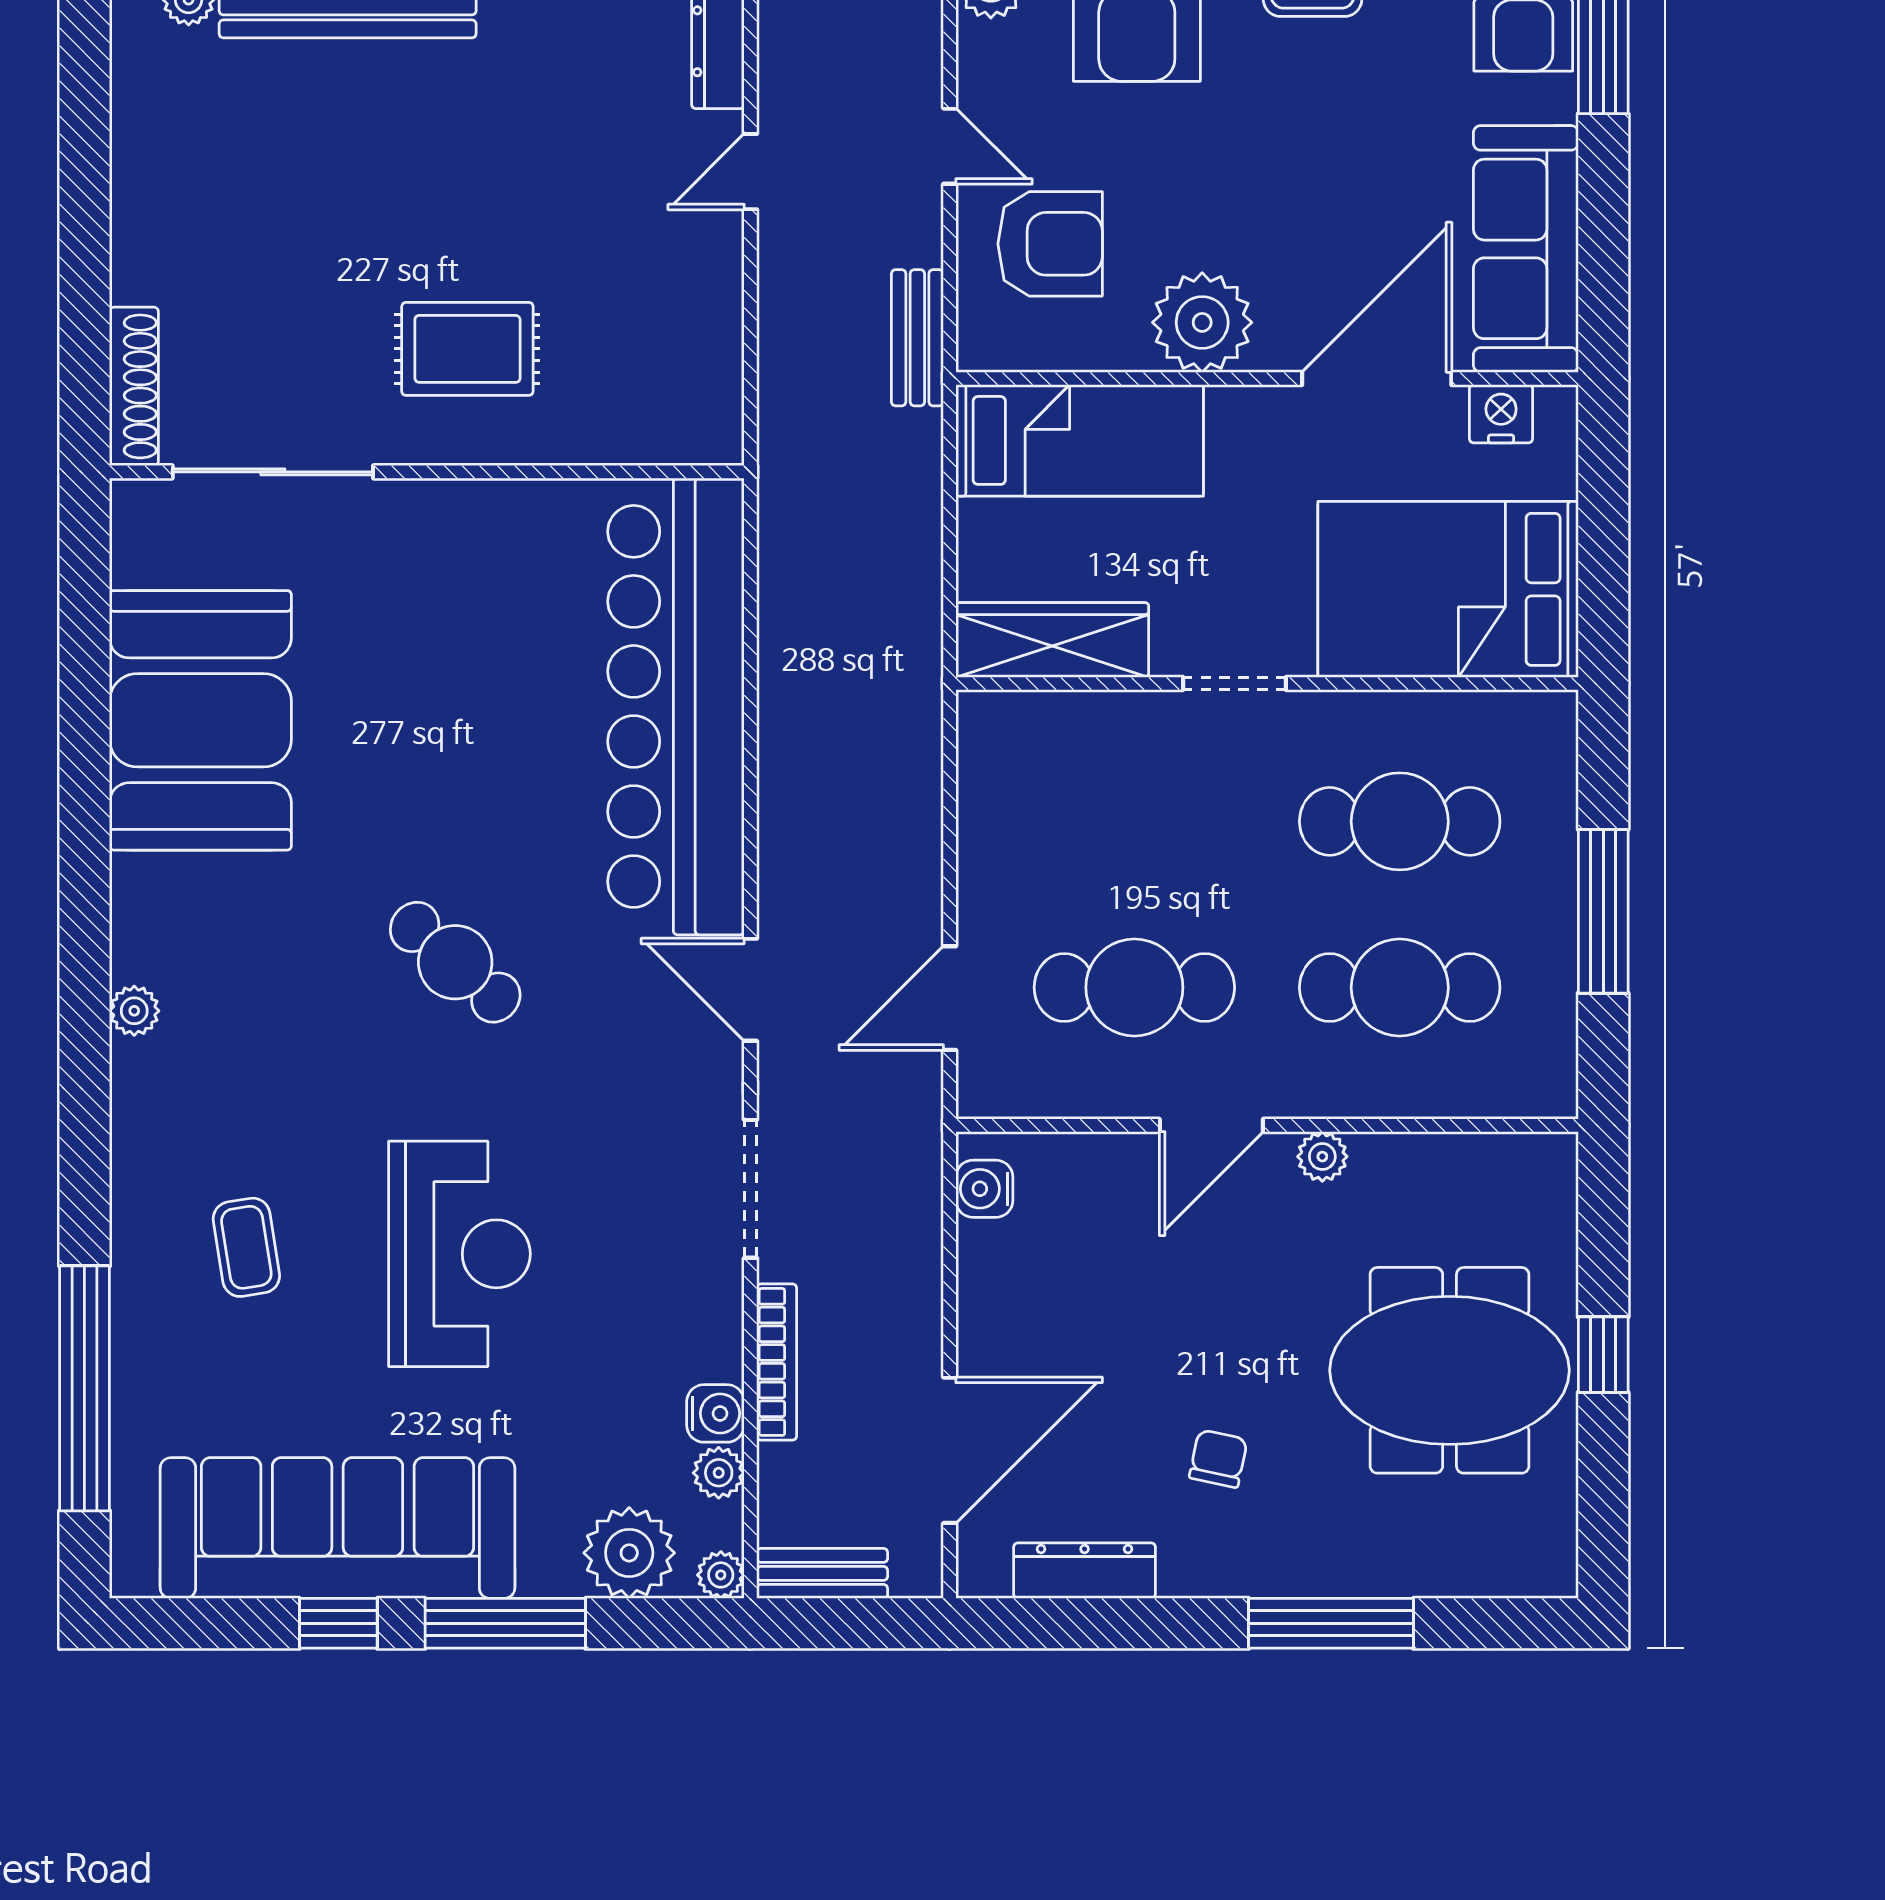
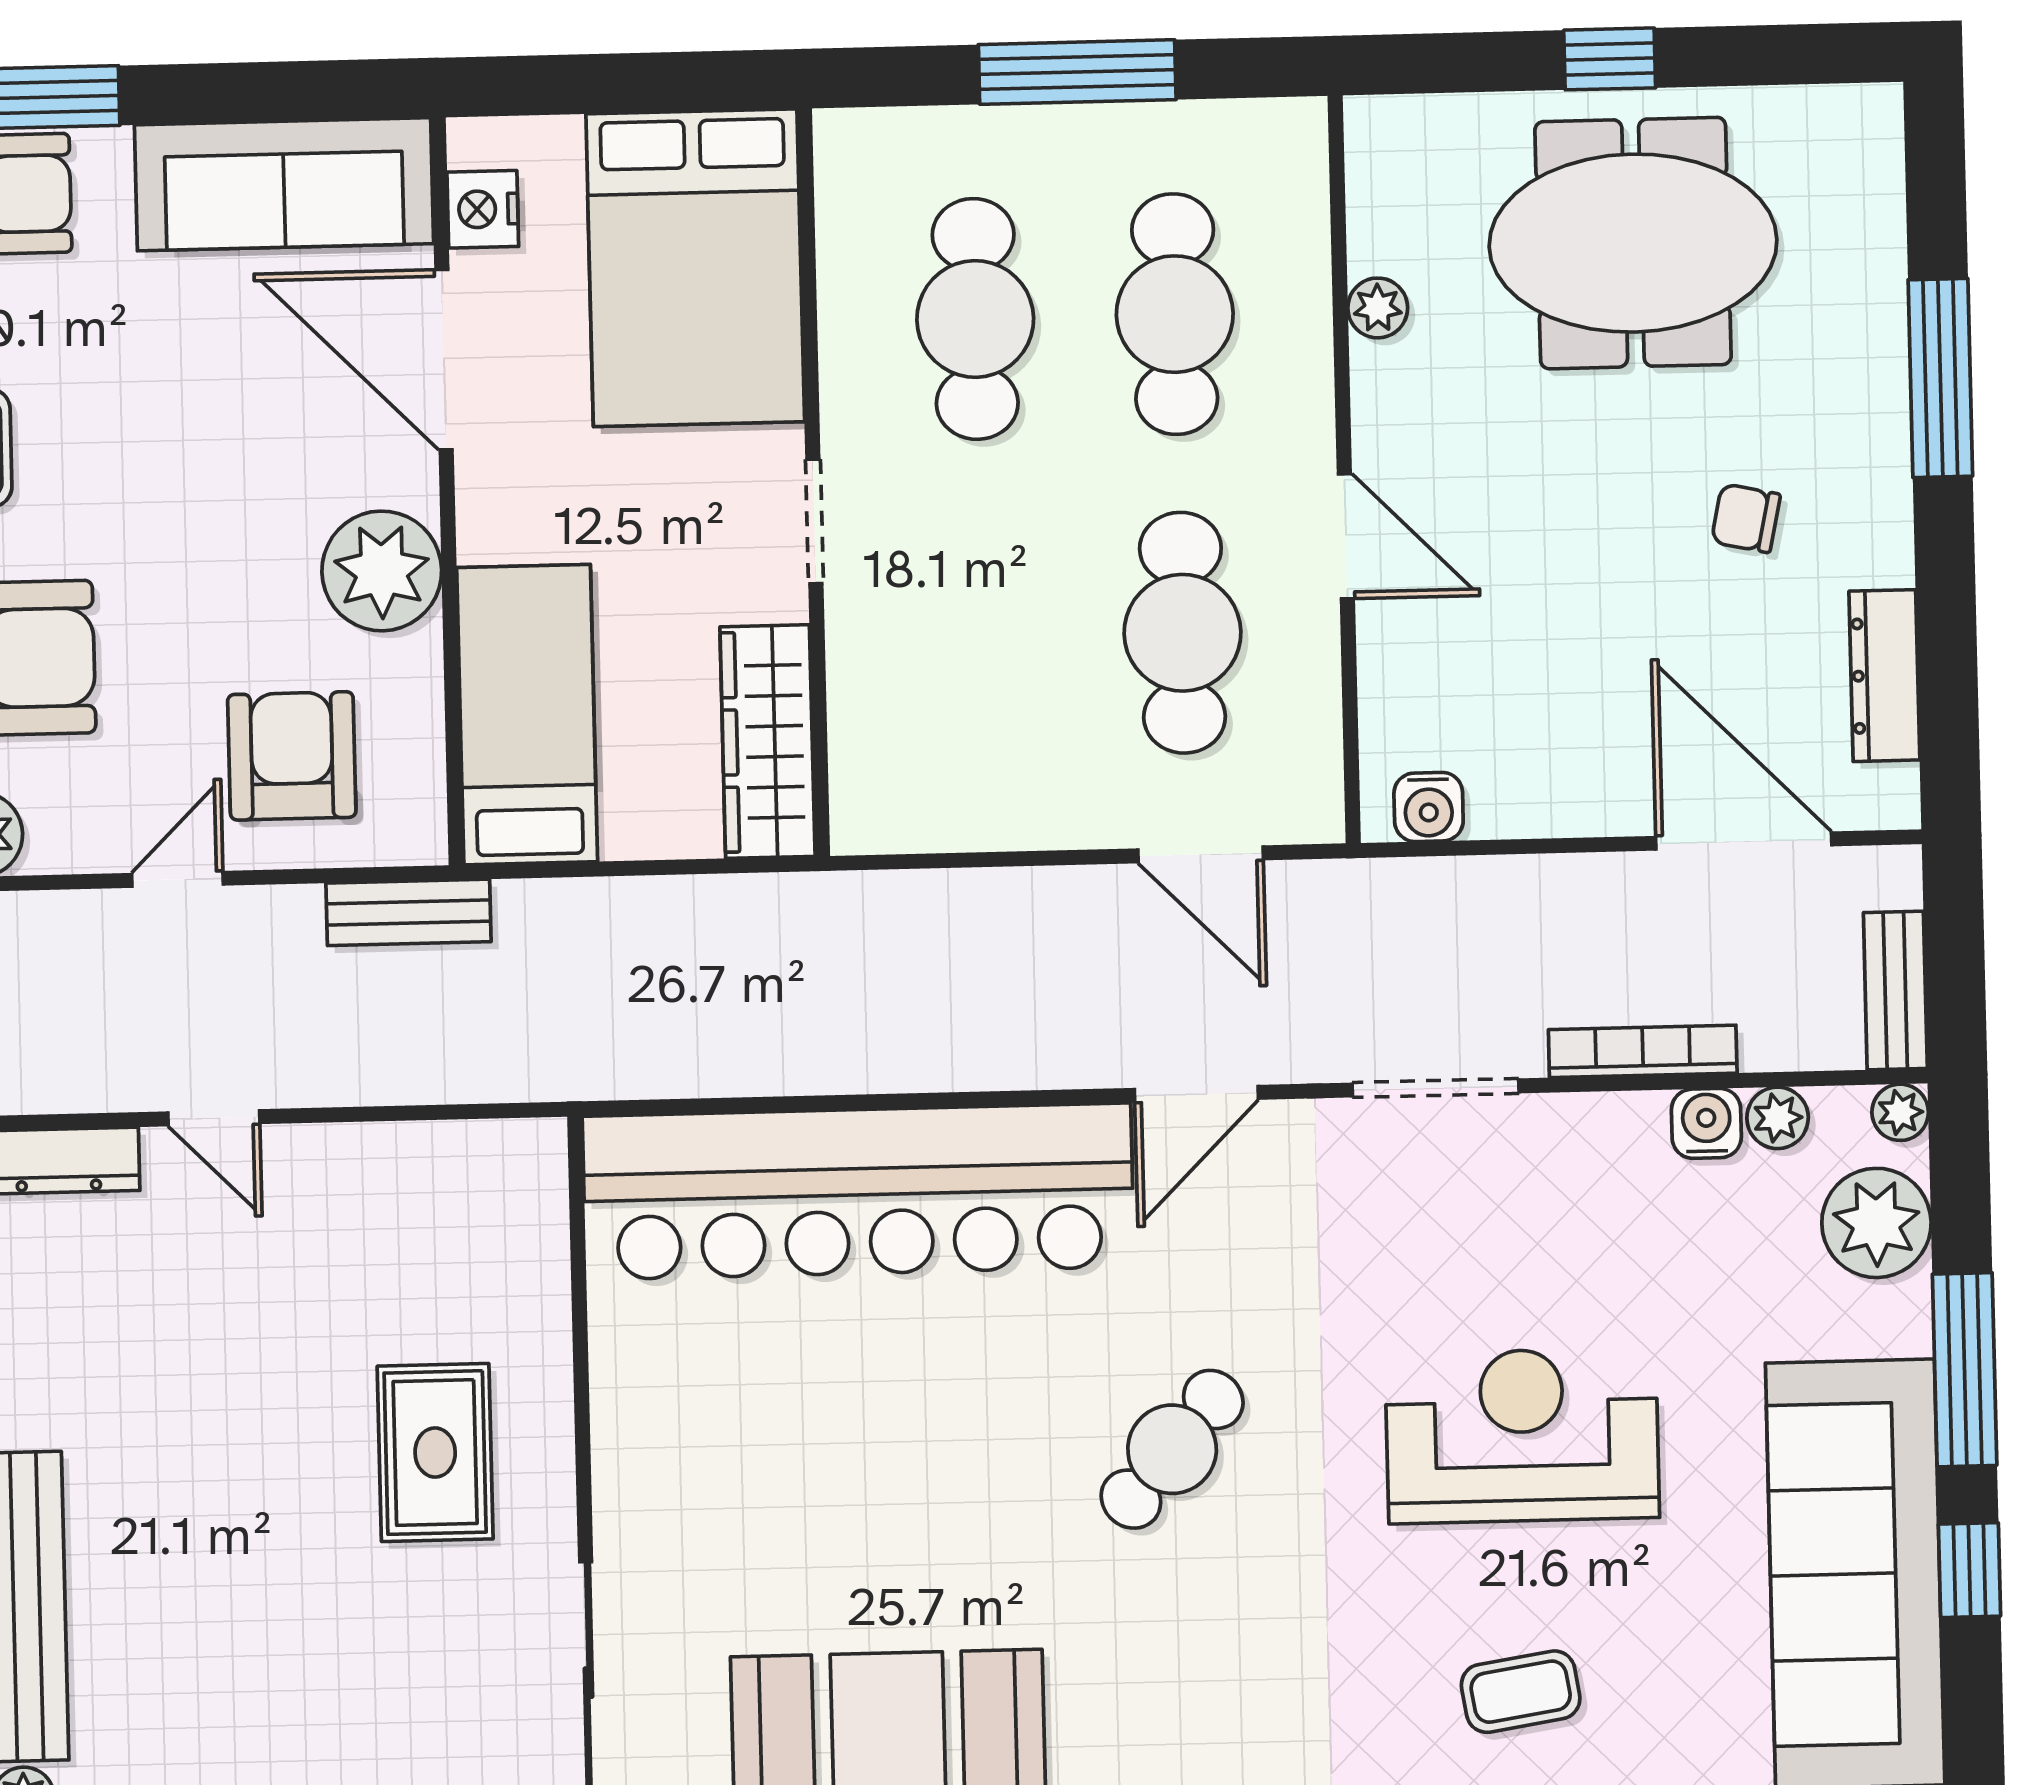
plant: (1322, 1157) -> (1378, 308), moved
meeting table: (1450, 1370) -> (1633, 243), turned 90

